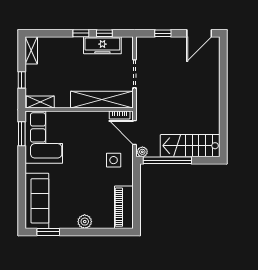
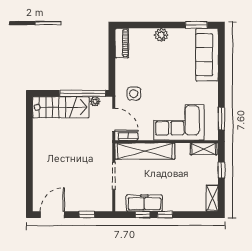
corner sofa: (44, 137) -> (179, 123), moved, turned 90
plant: (142, 152) -> (95, 101), moved
piano: (124, 207) -> (122, 43), width x0.73, depth x0.75

